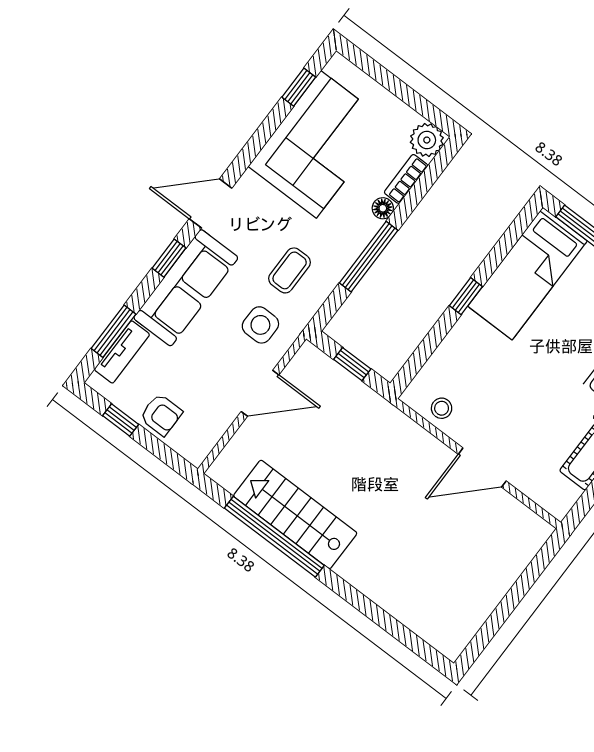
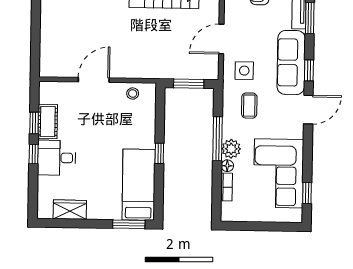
plant: (427, 140) -> (231, 149), moved
window: (352, 364) -> (189, 84), width x1.50

